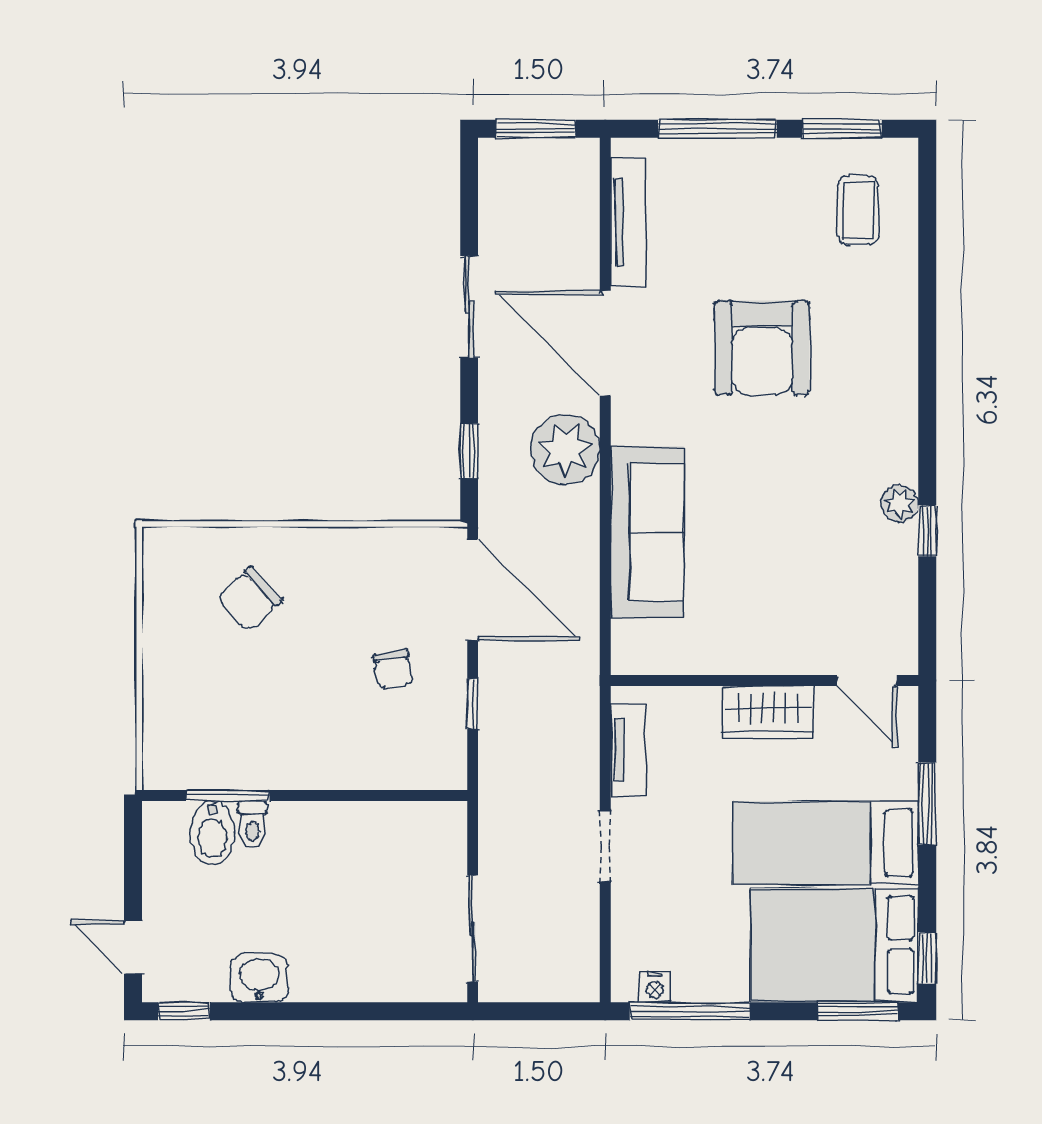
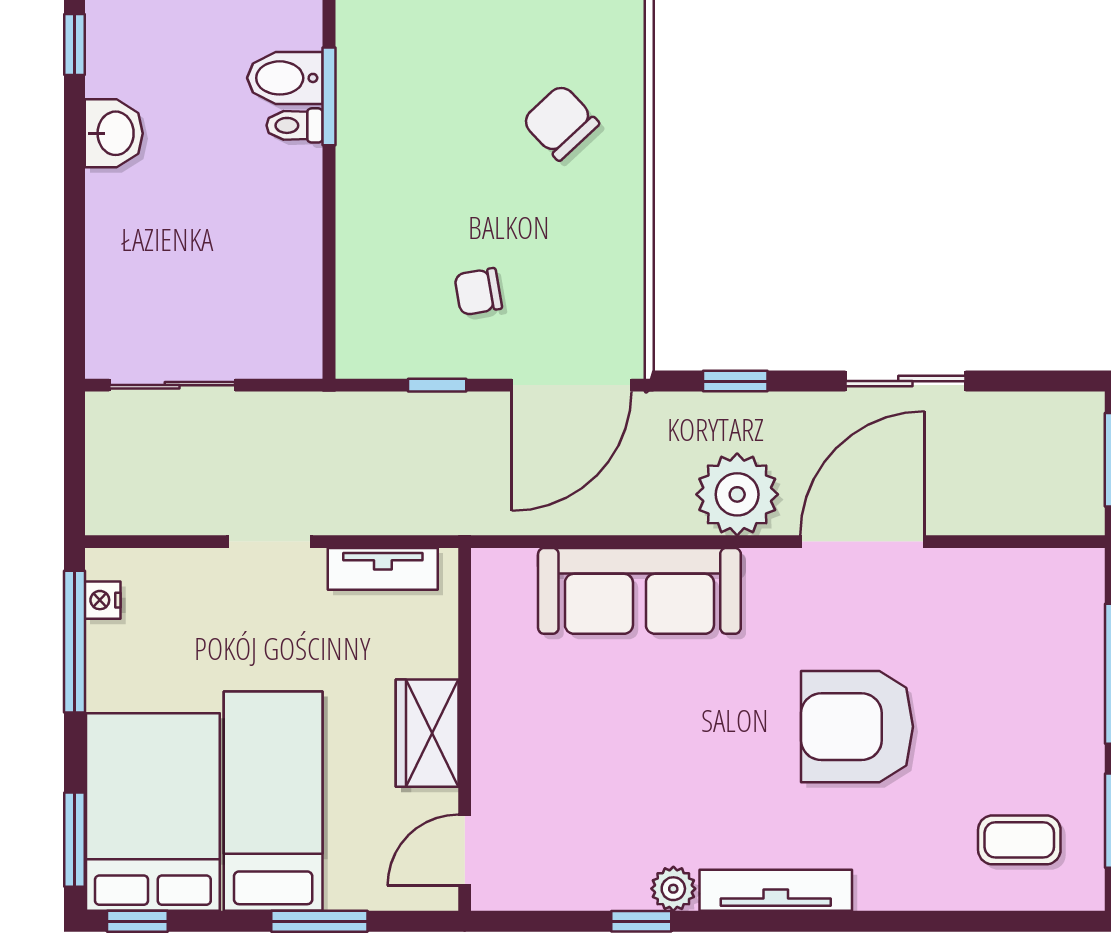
tv unit: (628, 222) -> (776, 890), moved, turned 180

